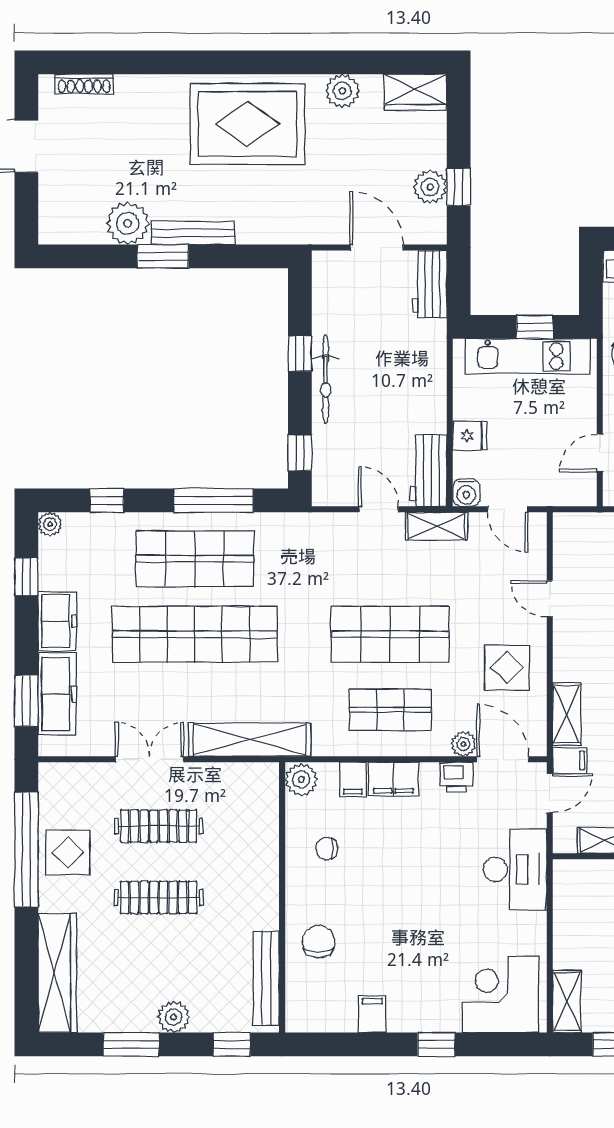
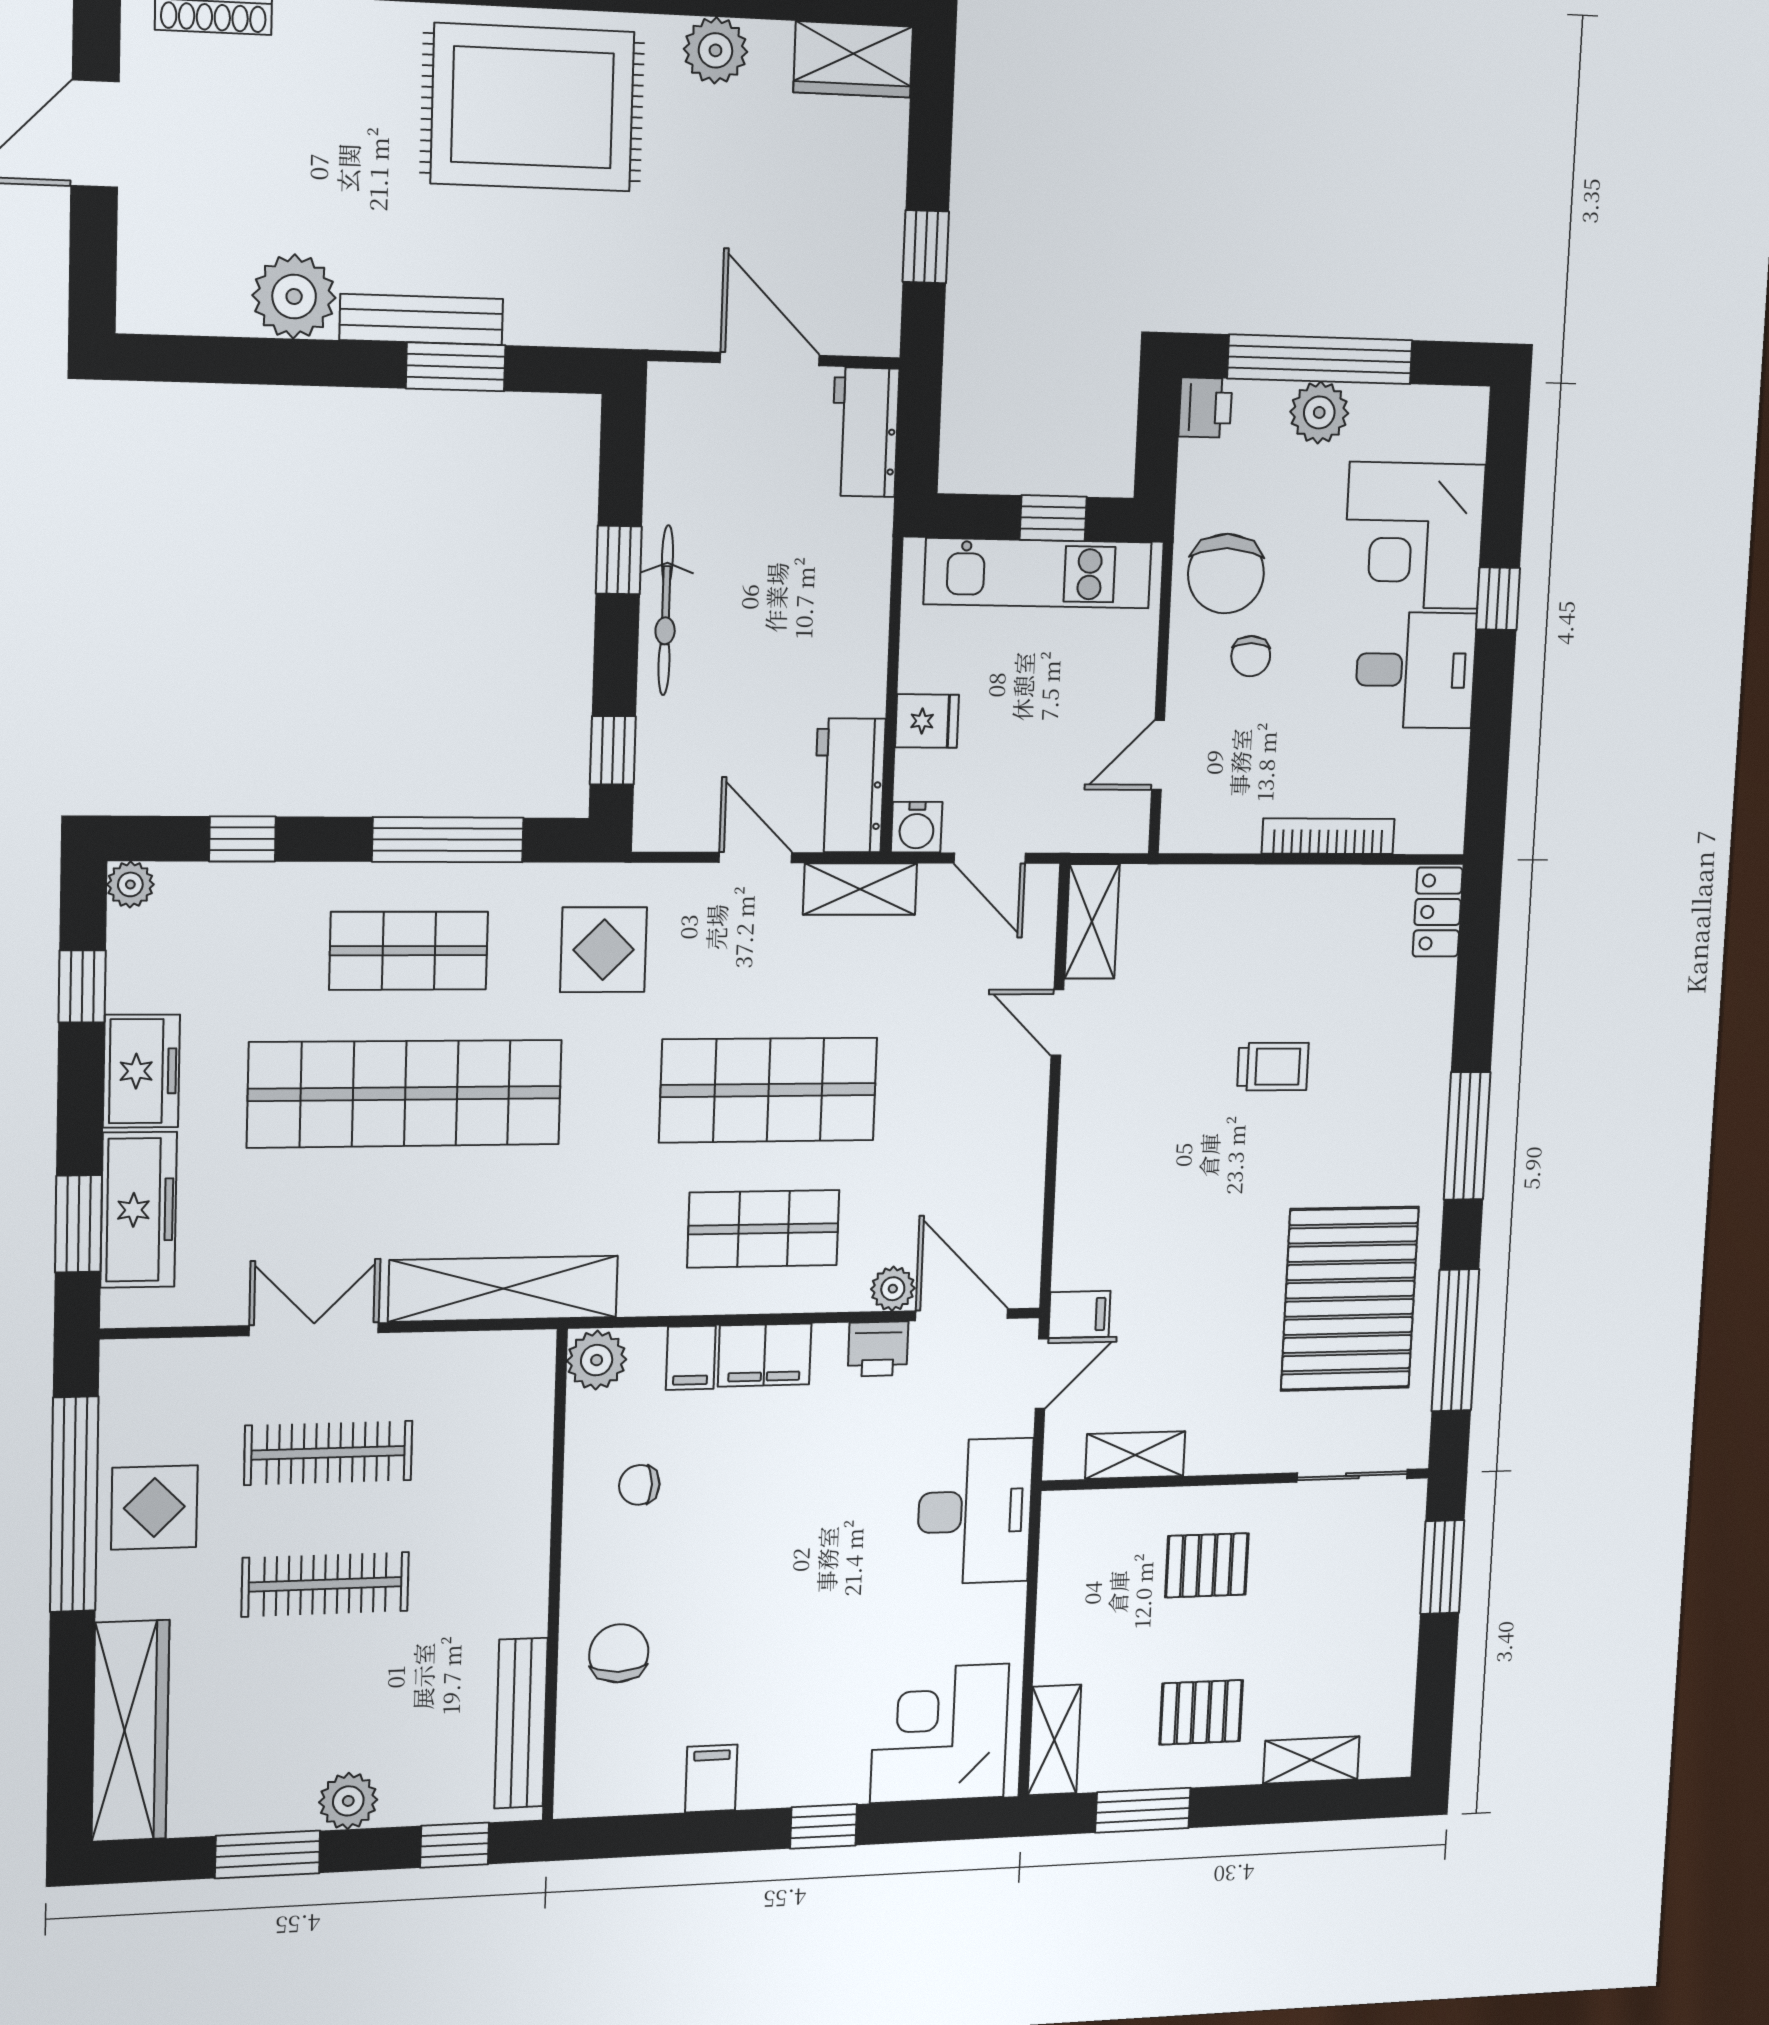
plant: (430, 187) -> (873, 245), removed
window: (163, 256) -> (456, 367), moved
shop shelf: (195, 559) -> (409, 951), width x0.70, depth x0.74
display table: (507, 668) -> (604, 950), moved
shelving: (567, 714) -> (1092, 921), moved

